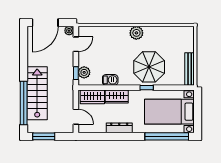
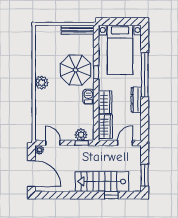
barbecue: (110, 80) -> (88, 97), moved
window: (24, 103) -> (111, 195), width x0.32
window: (167, 136) -> (145, 75), moved

